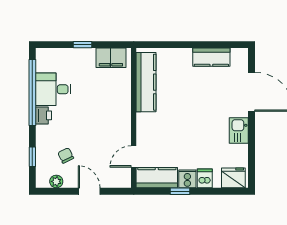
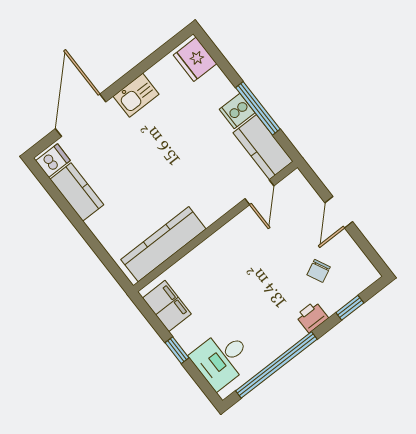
desk: (53, 89) -> (222, 359), moved, turned 90
printer: (43, 115) -> (312, 317), moved
door: (134, 156) -> (259, 192), hinge flipped
dishwasher: (205, 178) -> (53, 161), moved, turned 180
plant: (56, 181) -> (357, 258), removed
window: (180, 191) -> (258, 108), width x2.17

